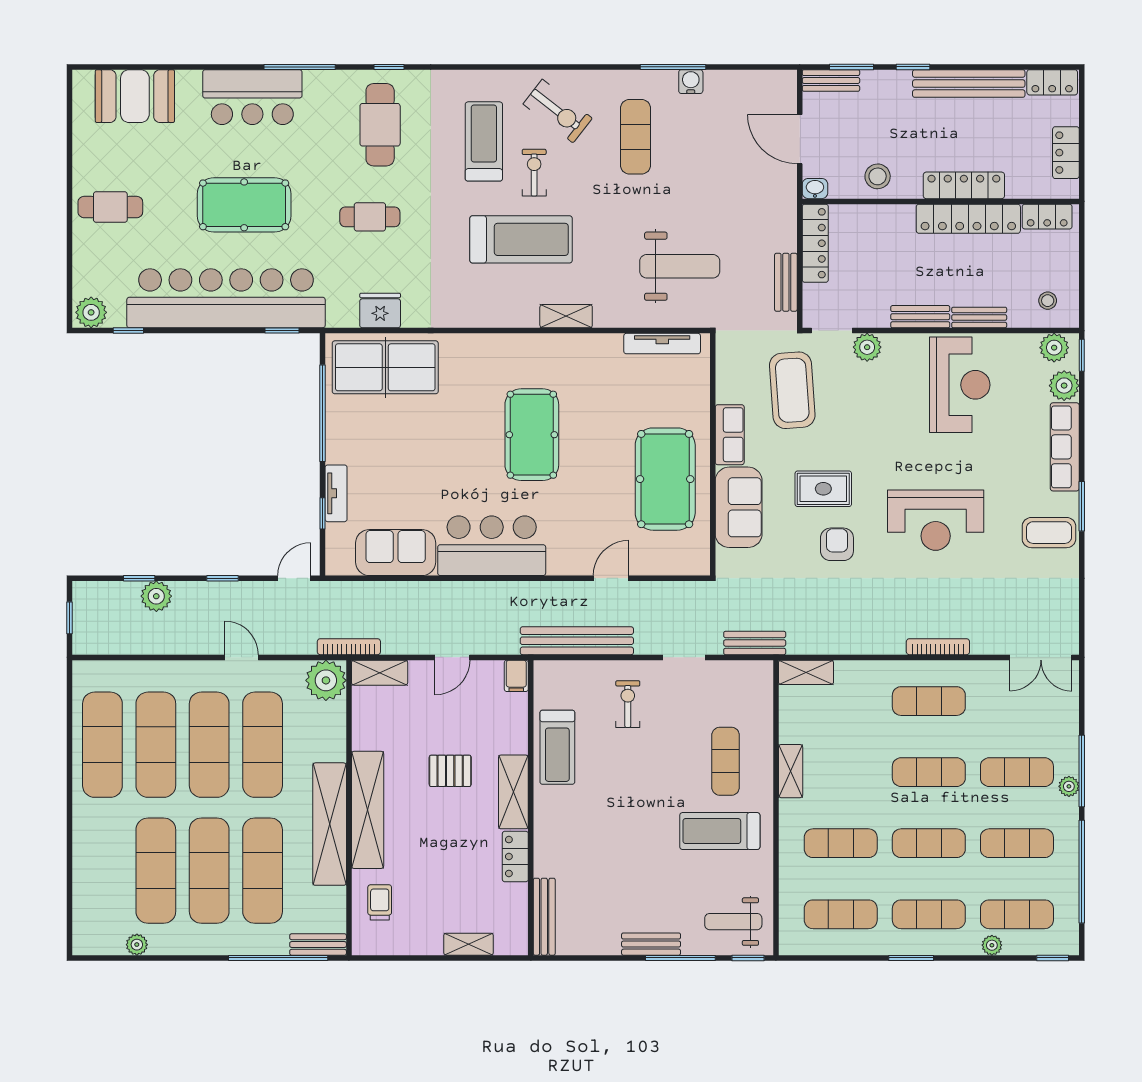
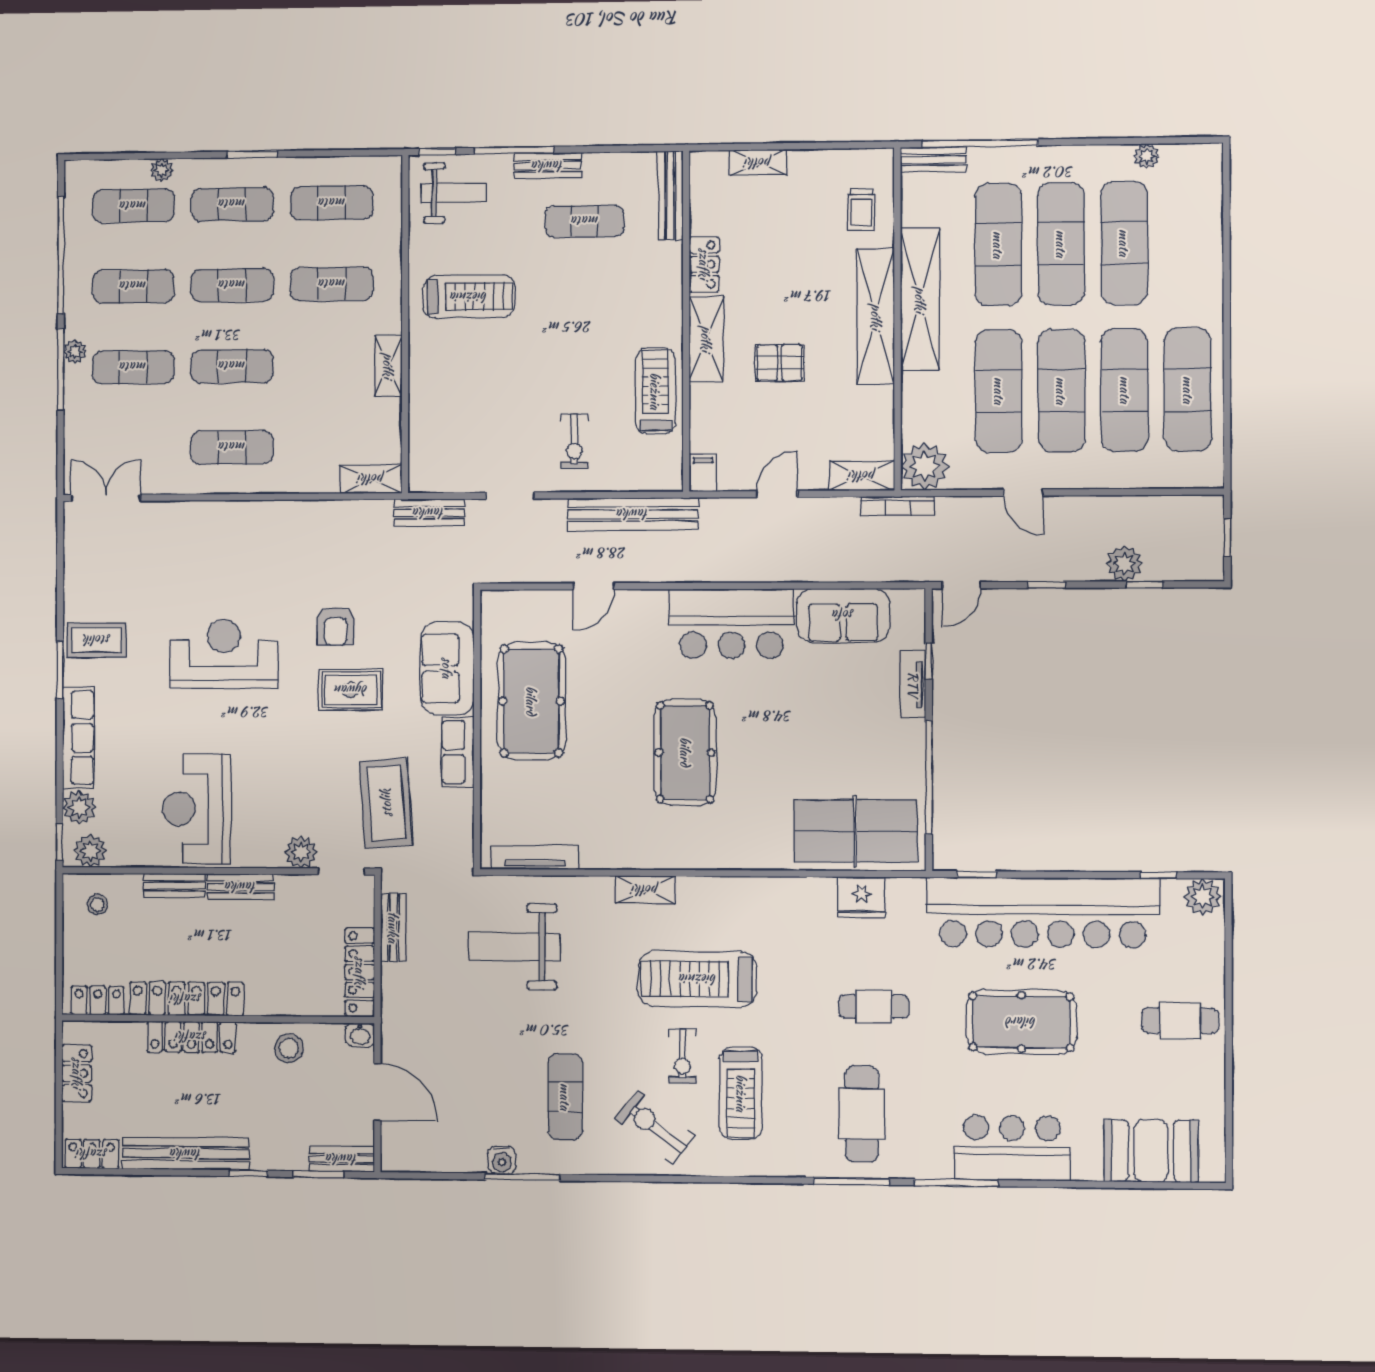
window: (389, 67) -> (851, 1181), width x2.17
bookcase: (938, 647) -> (222, 509), removed
exercise mat: (726, 761) -> (585, 221), moved, turned 90
window: (1053, 958) -> (94, 157), removed

